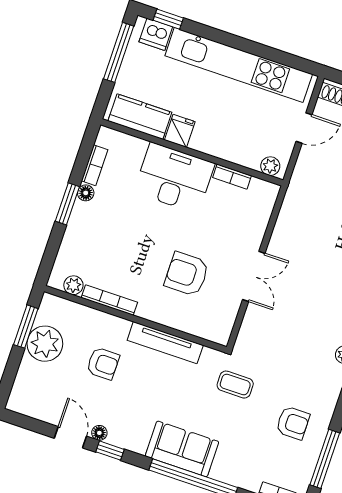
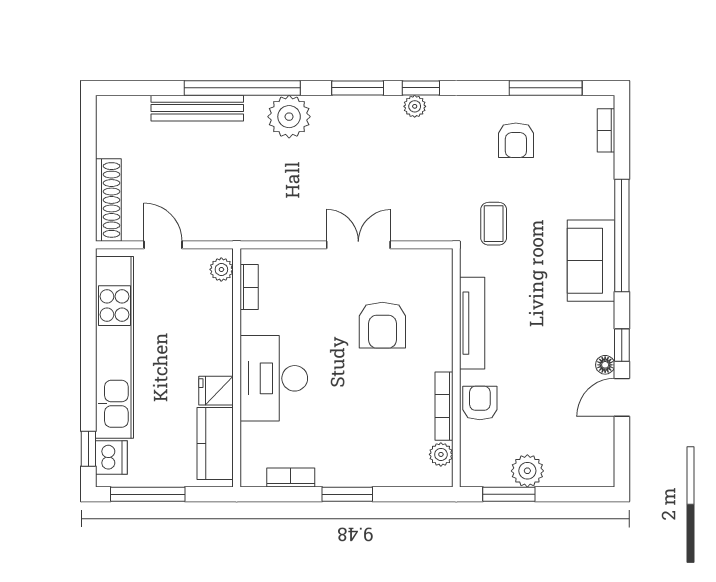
bookcase: (232, 177) -> (249, 287), moved
floor lamp: (86, 193) -> (327, 477), removed
plant: (45, 344) -> (527, 471), width x0.73, depth x0.73
armchair: (103, 364) -> (480, 403), moved
armchair: (293, 423) -> (516, 140), turned 180

